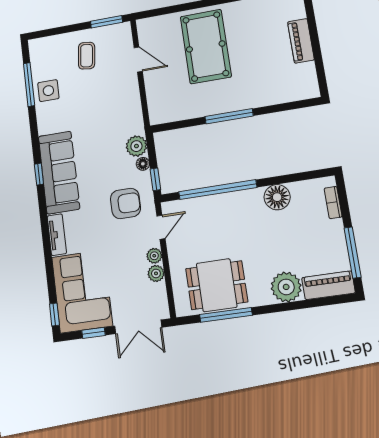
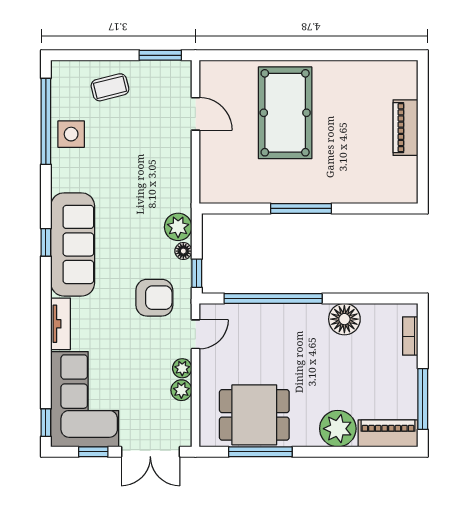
coffee table: (87, 56) -> (110, 87), moved, turned 69
window: (29, 85) -> (46, 121), width x1.46

